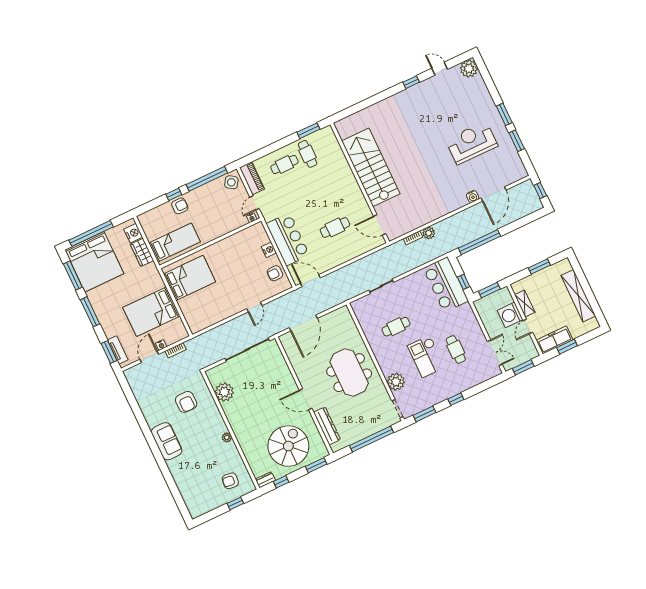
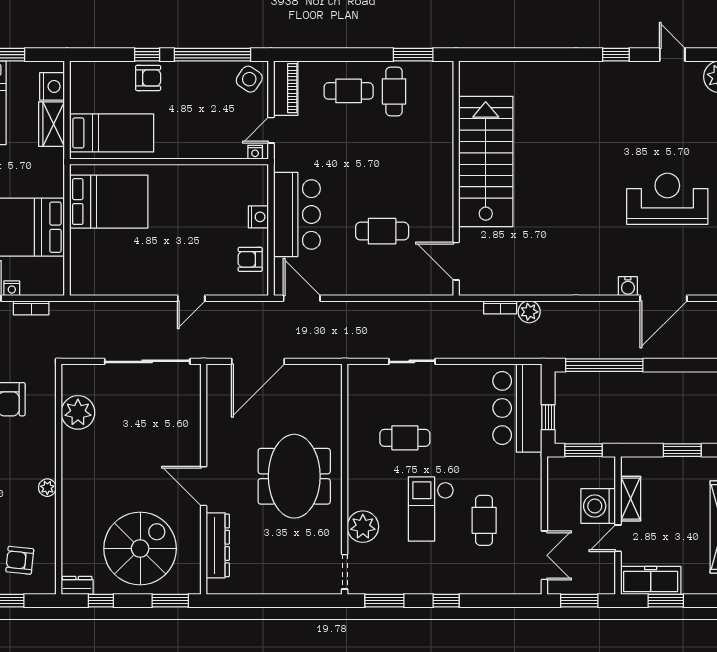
window: (372, 439) -> (280, 601), removed

